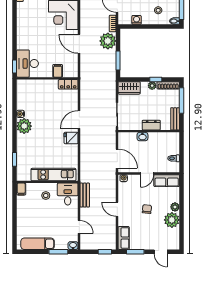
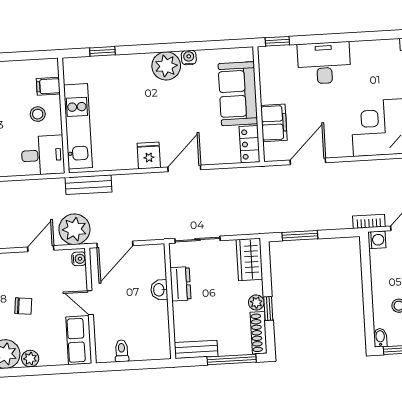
washing machine: (137, 20) -> (377, 240), moved
plant: (108, 41) -> (74, 229), moved
door: (79, 44) -> (308, 161), moved
desk: (27, 64) -> (324, 63), moved
filing cabinet: (58, 71) -> (274, 123), width x2.00
sofa: (41, 89) -> (238, 94), added
door: (79, 120) -> (184, 168), hinge flipped
dresser: (151, 125) -> (181, 284), moved
filing cabinet: (21, 189) -> (48, 86), moved
bench: (85, 195) -> (89, 185), moved
door: (117, 209) -> (41, 249), moved

